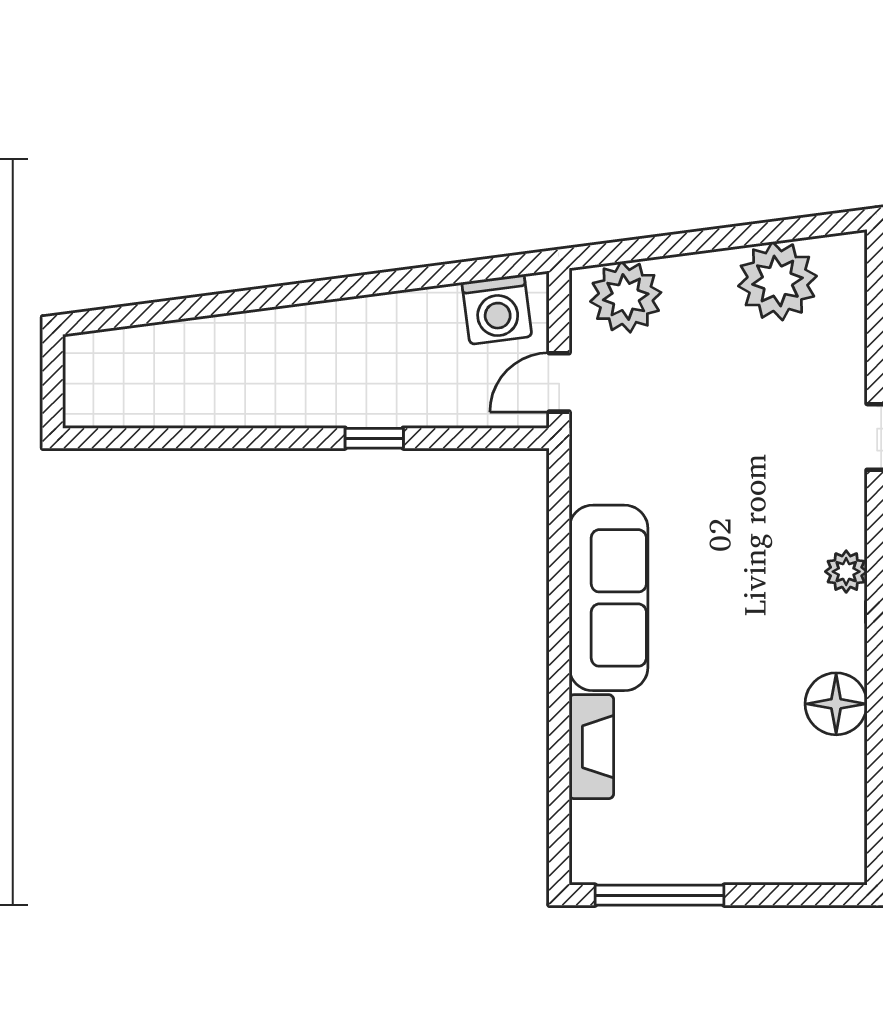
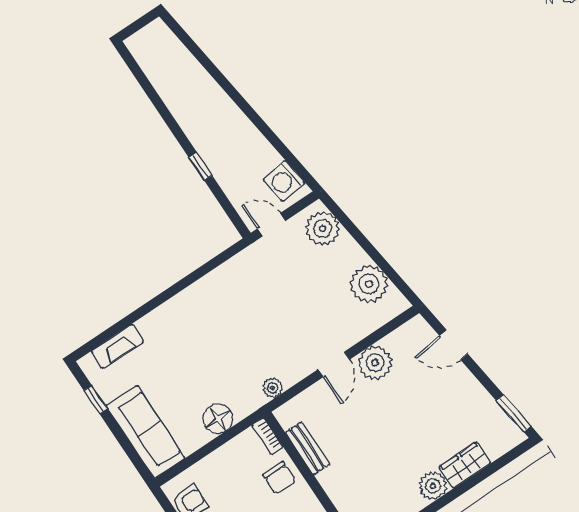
sofa: (609, 598) -> (145, 432), moved, turned -90
fireplace: (591, 747) -> (117, 346), moved
window: (660, 895) -> (96, 400), width x0.46

